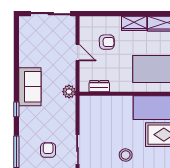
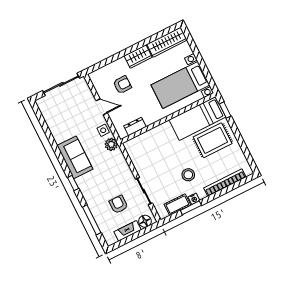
side table: (68, 75) -> (103, 130), added

